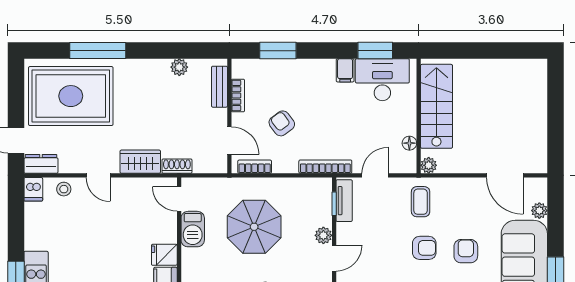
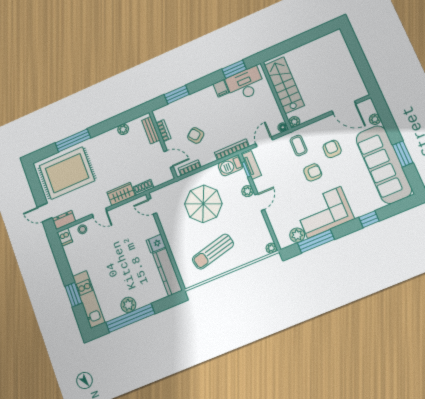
floor lamp: (409, 143) -> (283, 127), moved
barbecue: (193, 229) -> (231, 166), moved, turned 90
armchair: (466, 251) -> (332, 149), moved

